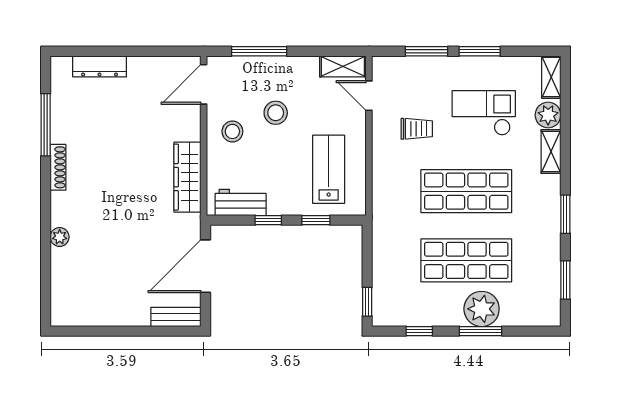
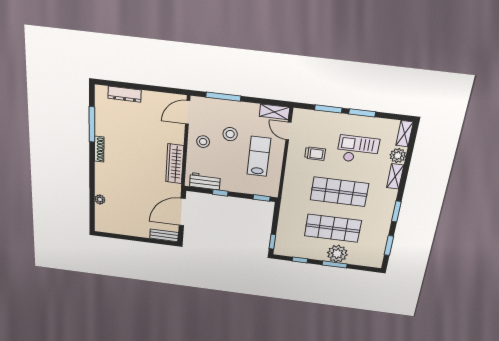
lab bench: (329, 169) -> (259, 156), moved
window: (316, 220) -> (262, 198), moved
plant: (60, 237) -> (100, 199), moved

